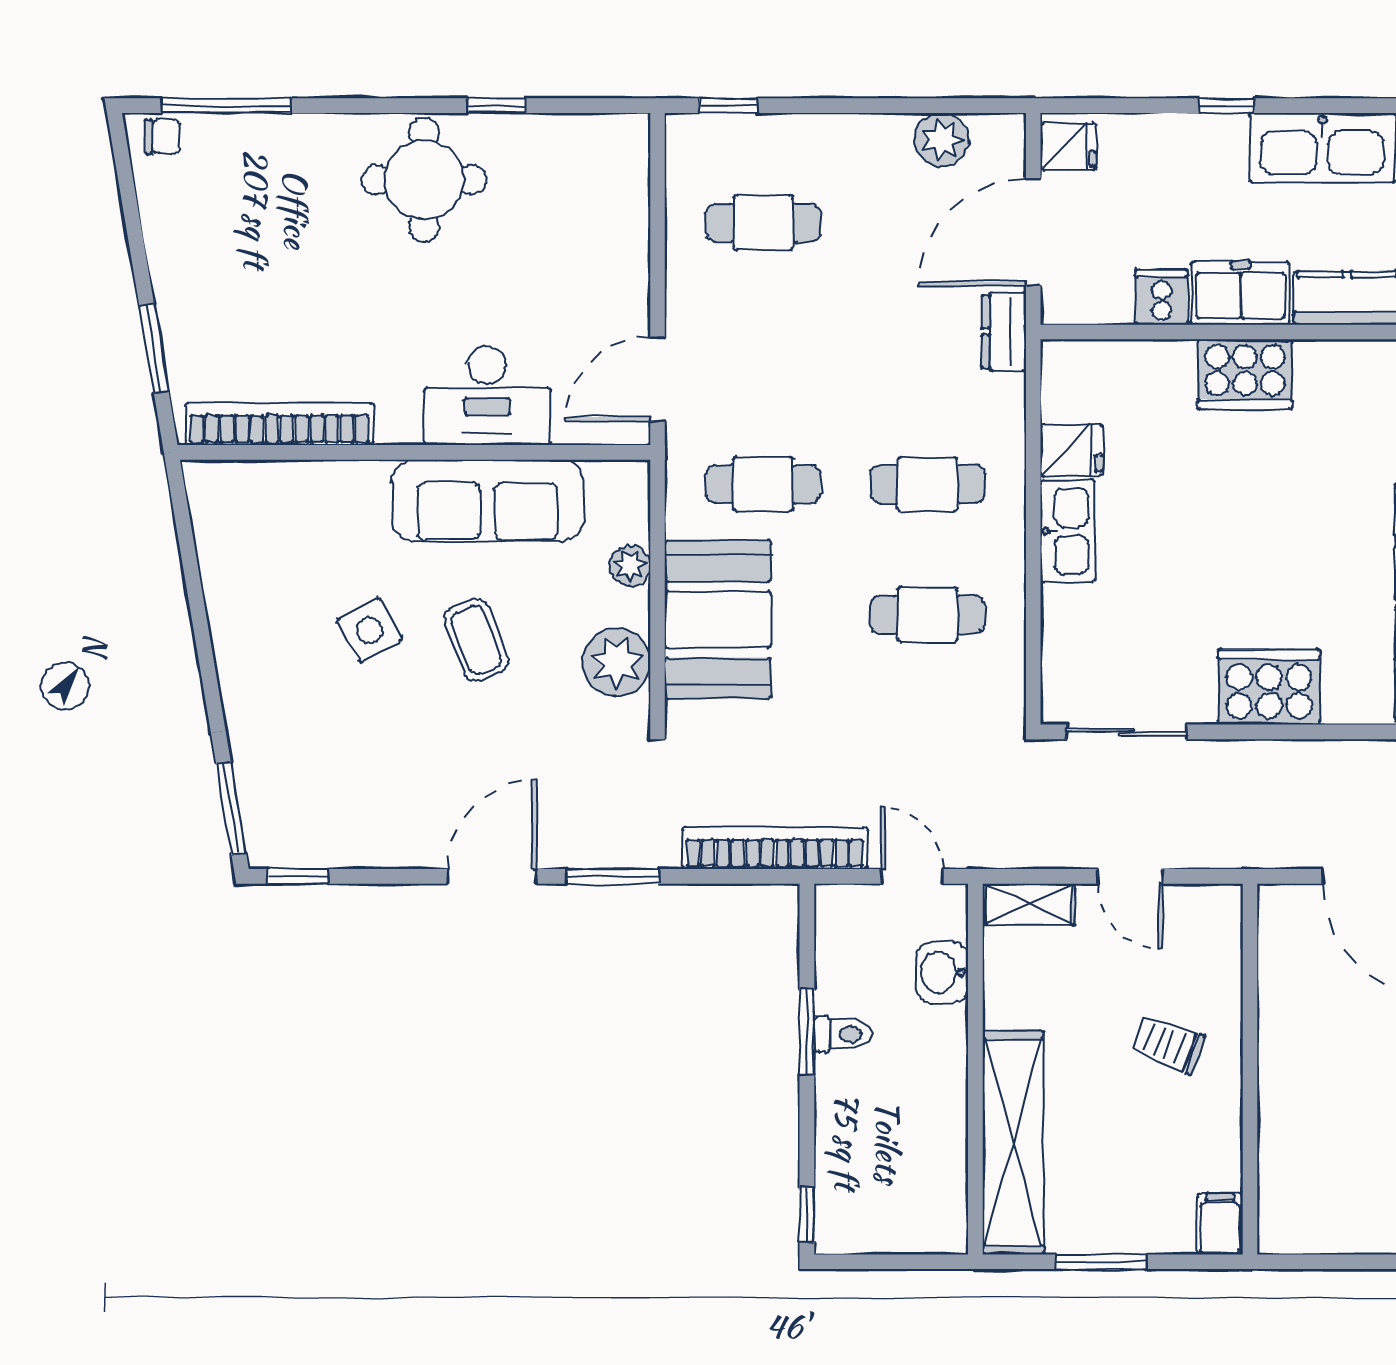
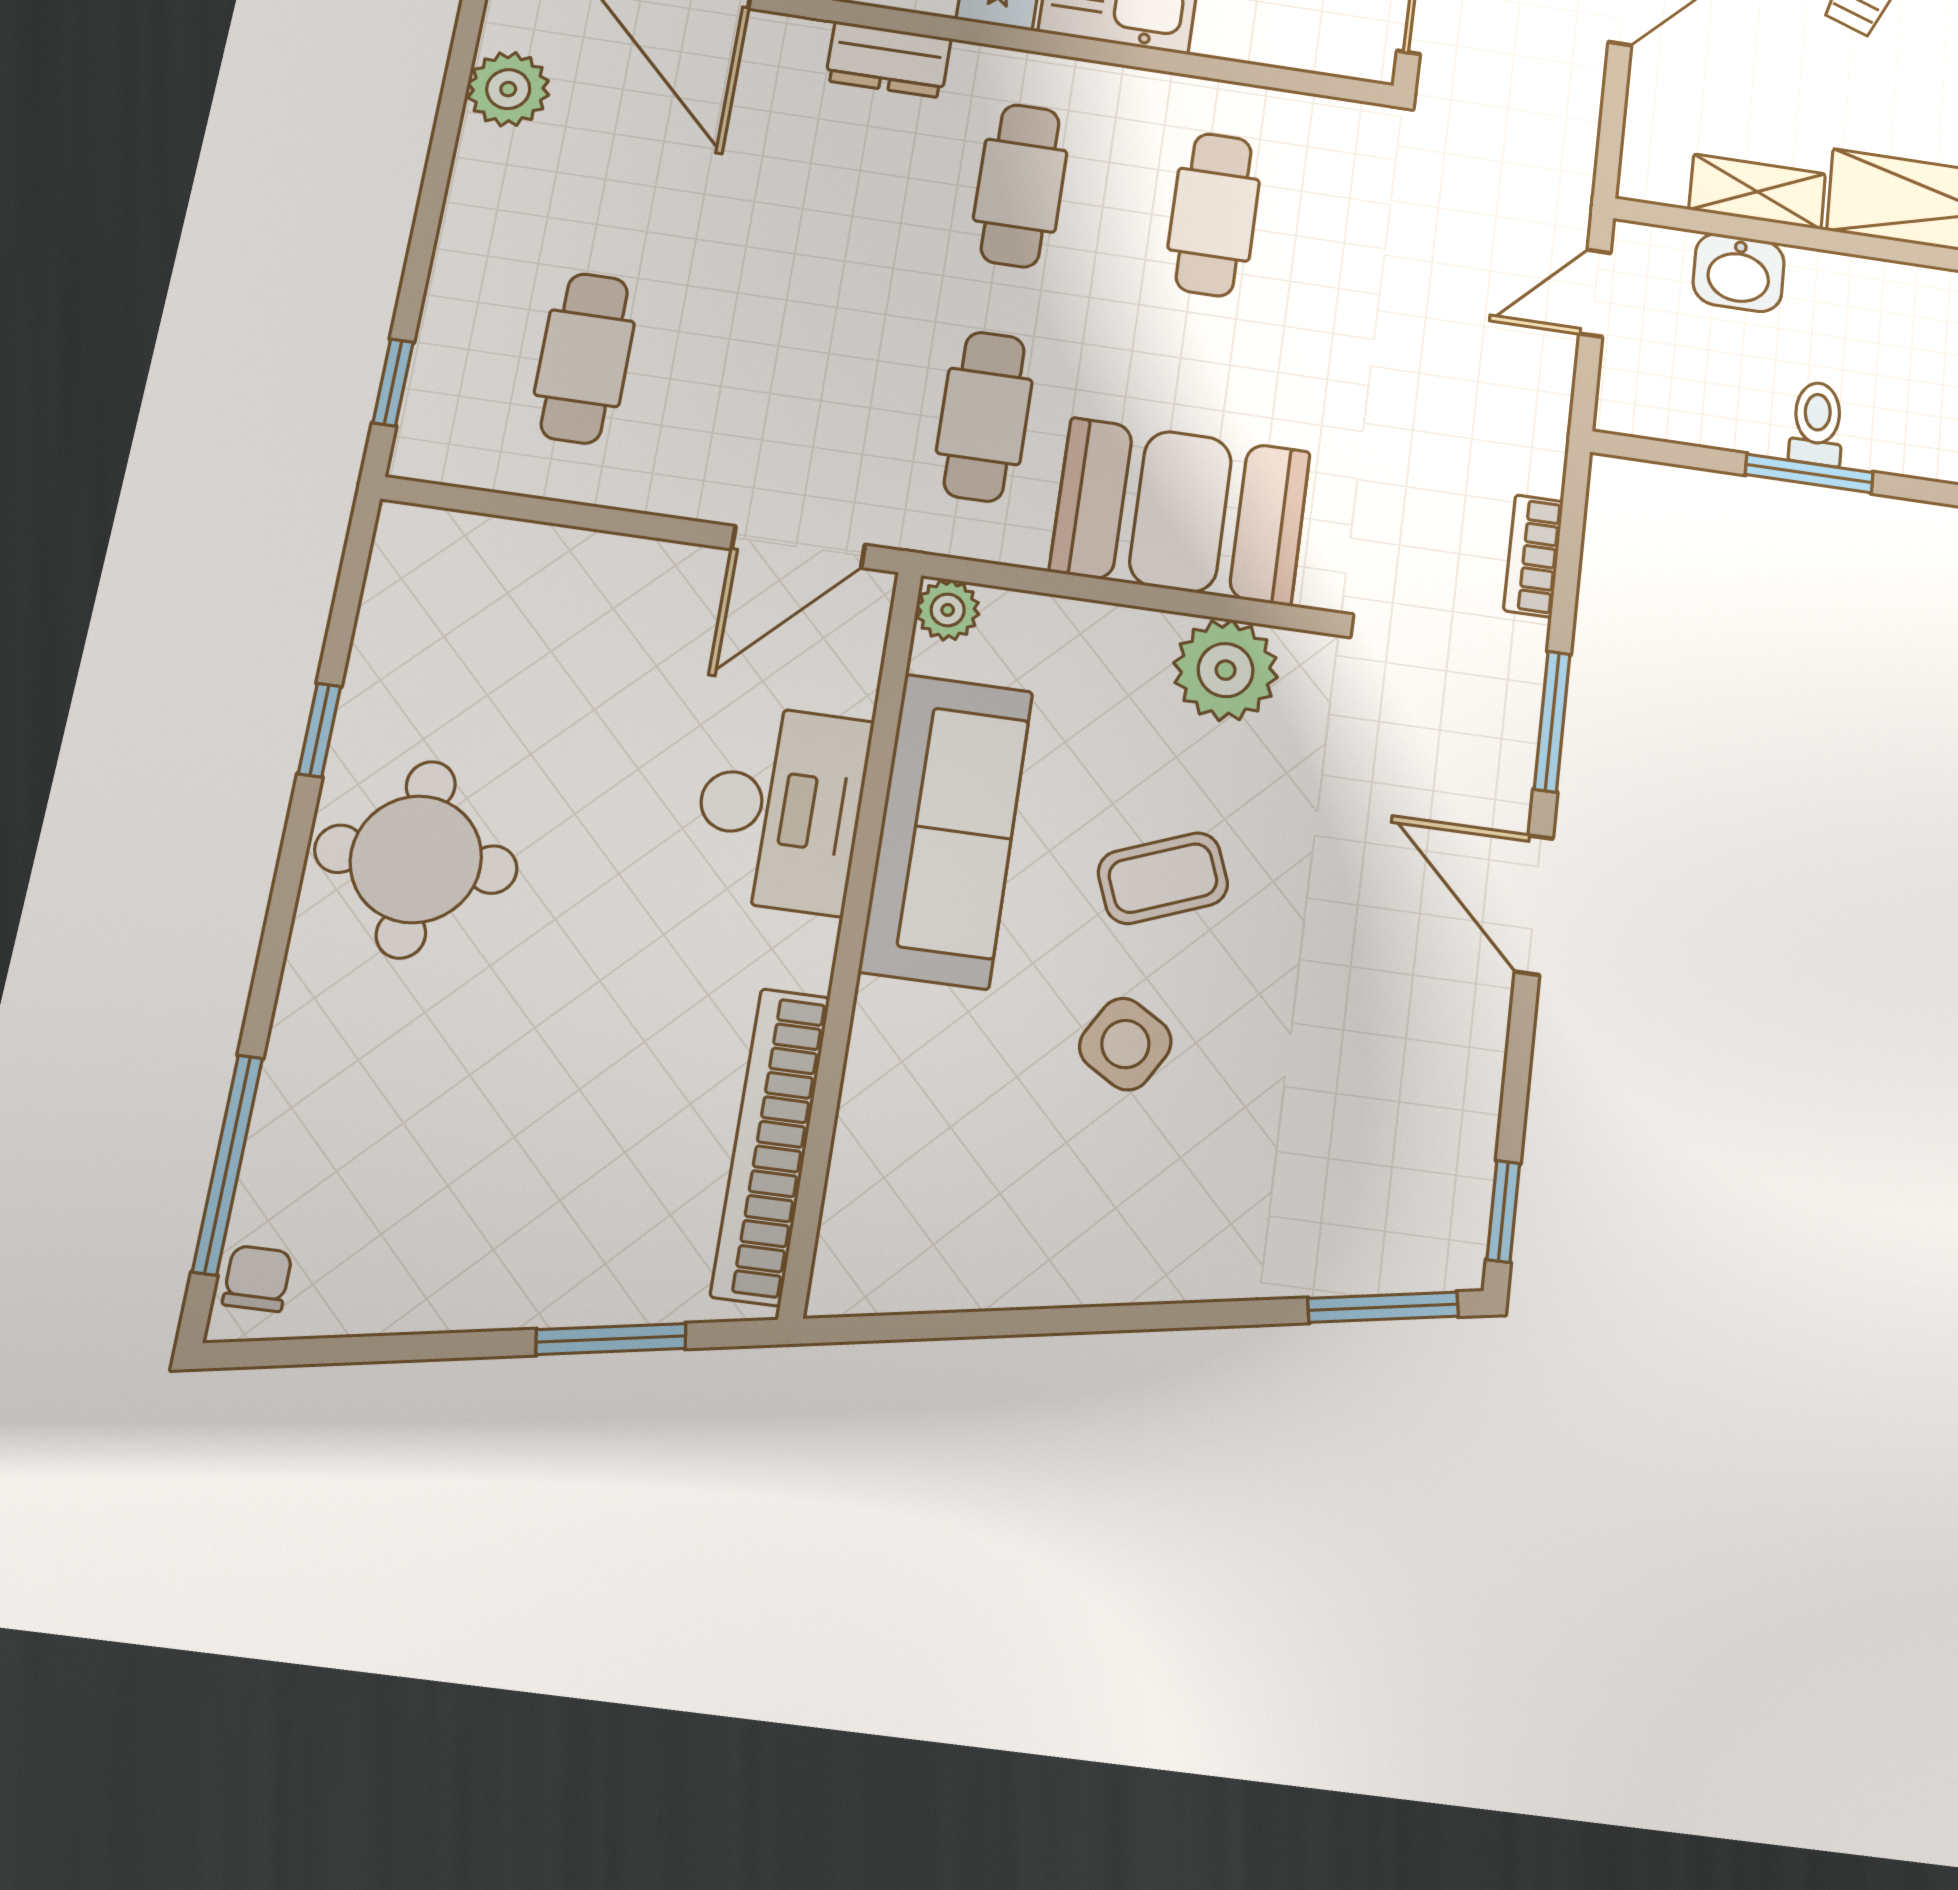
dresser: (1004, 332) -> (888, 59), moved
door: (657, 379) -> (798, 547), hinge flipped
plant: (630, 566) -> (948, 610), moved
side table: (370, 630) -> (1125, 1044), turned -30
bookcase: (775, 848) -> (1533, 556), width x0.43, depth x0.76
shelving: (1029, 904) -> (1757, 192), moved, turned 90

